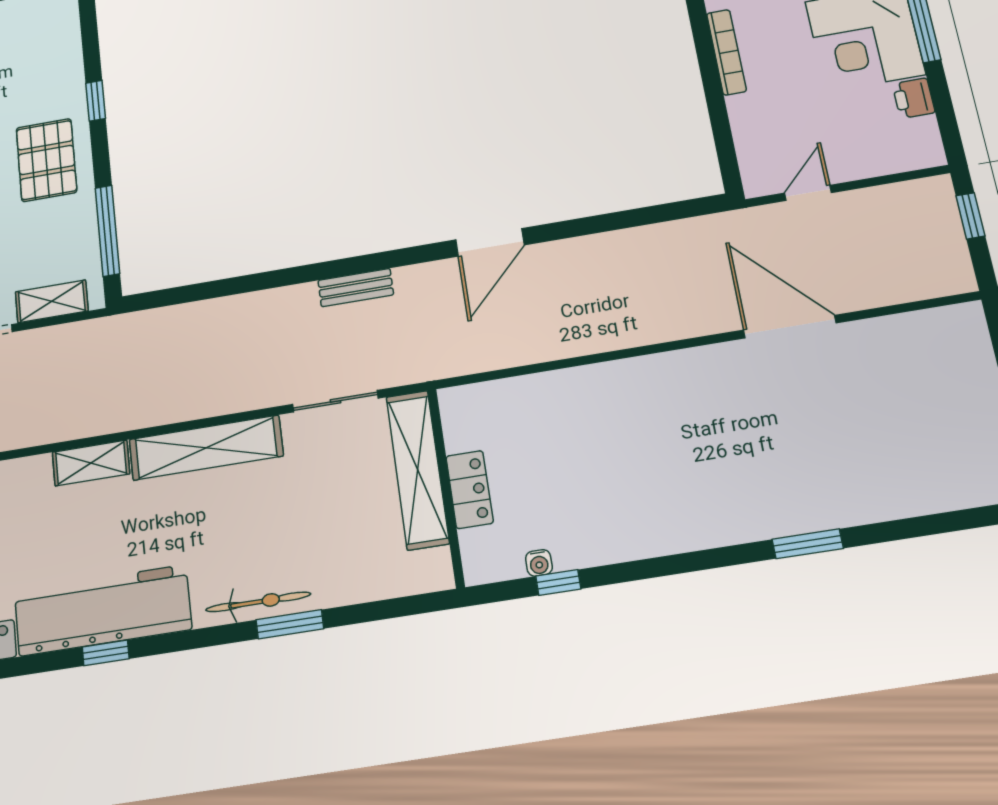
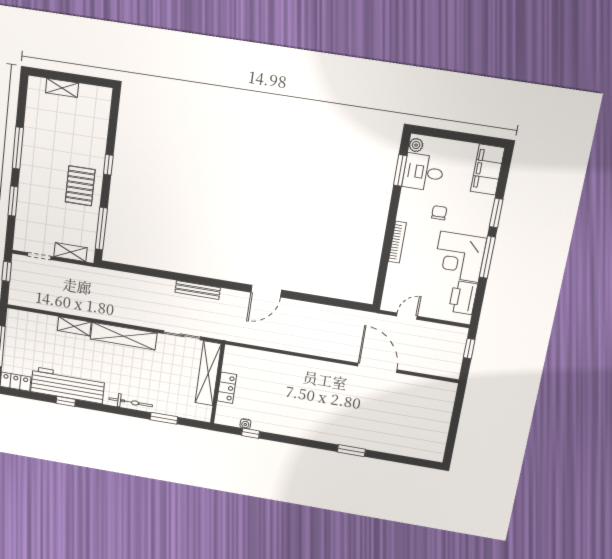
printer: (914, 98) -> (463, 298), width x1.87, depth x1.48
bench: (356, 288) -> (198, 290), width x1.36
window: (290, 624) -> (164, 418), moved

